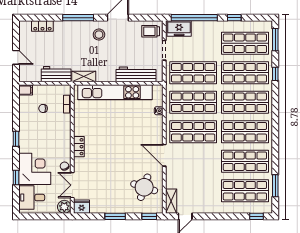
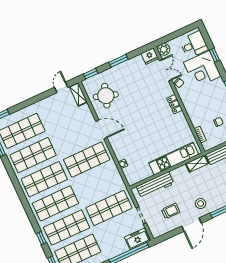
trolley: (151, 31) -> (171, 211), moved
kitchen unit: (115, 92) -> (174, 159), width x0.73
shop shelf: (193, 102) -> (98, 184), removed

